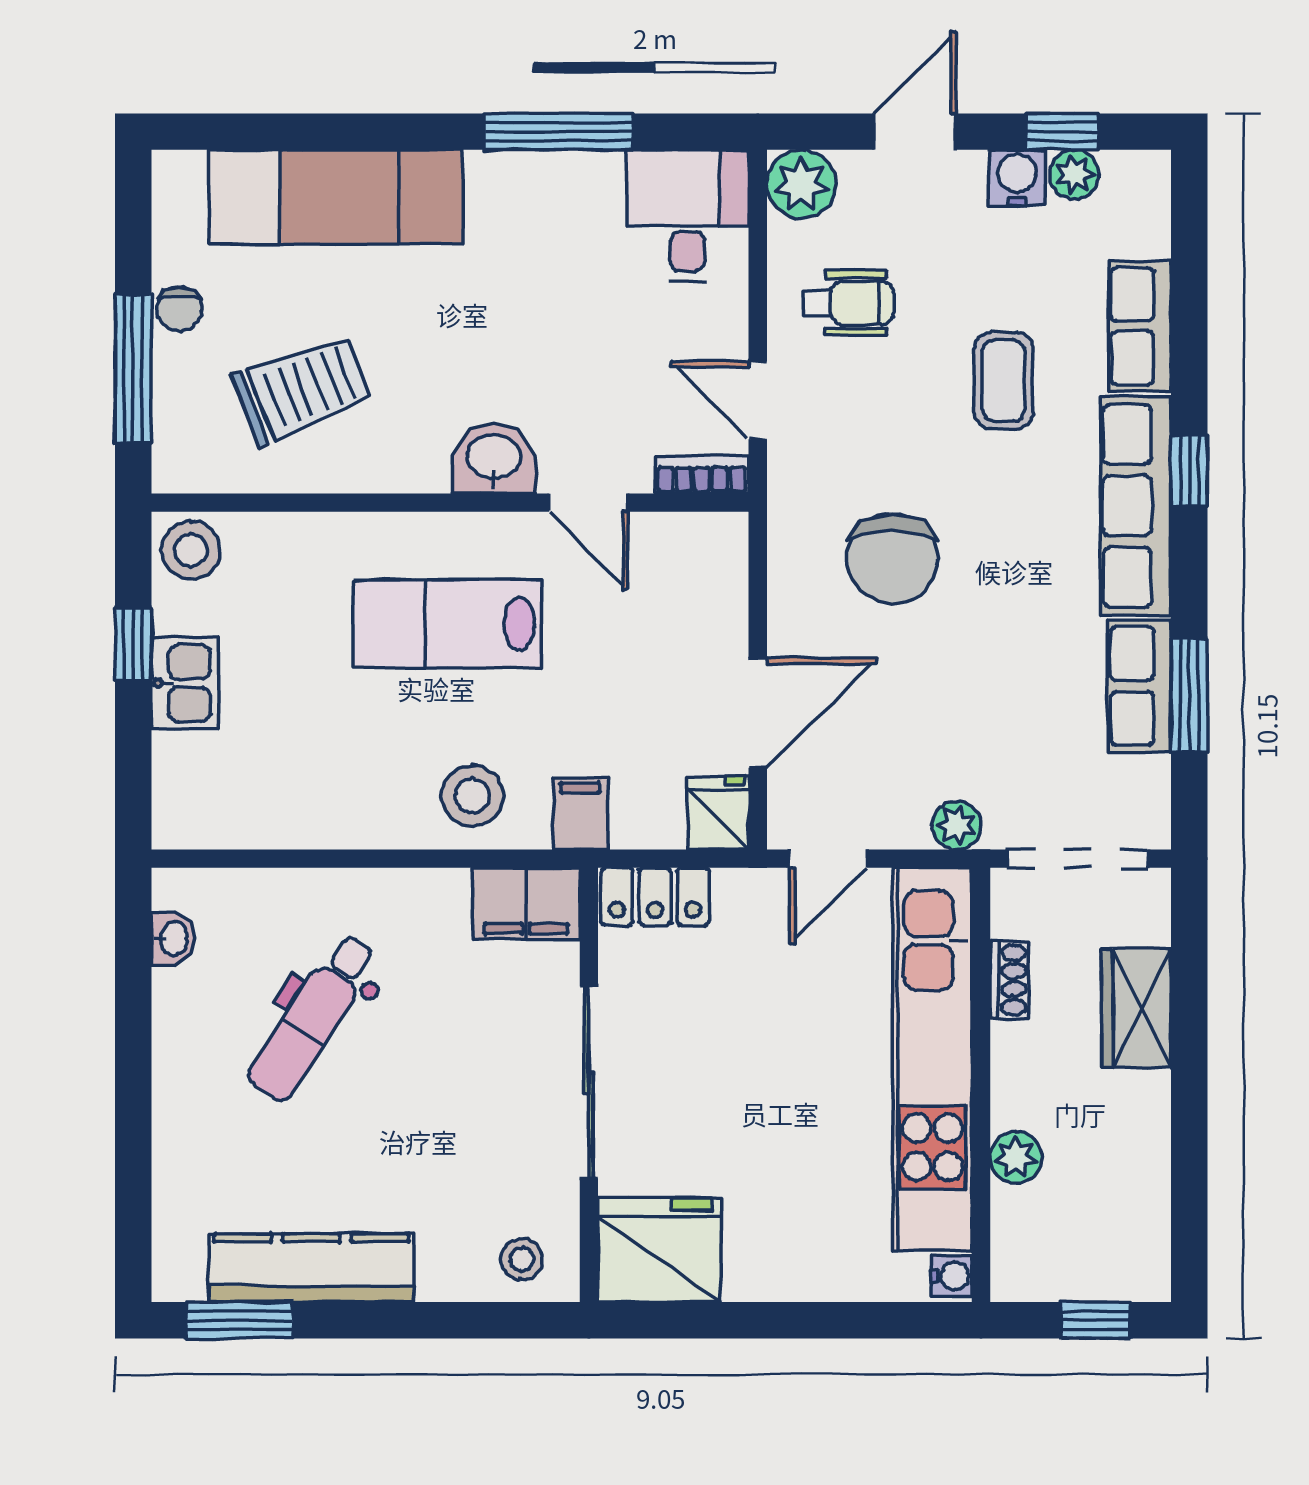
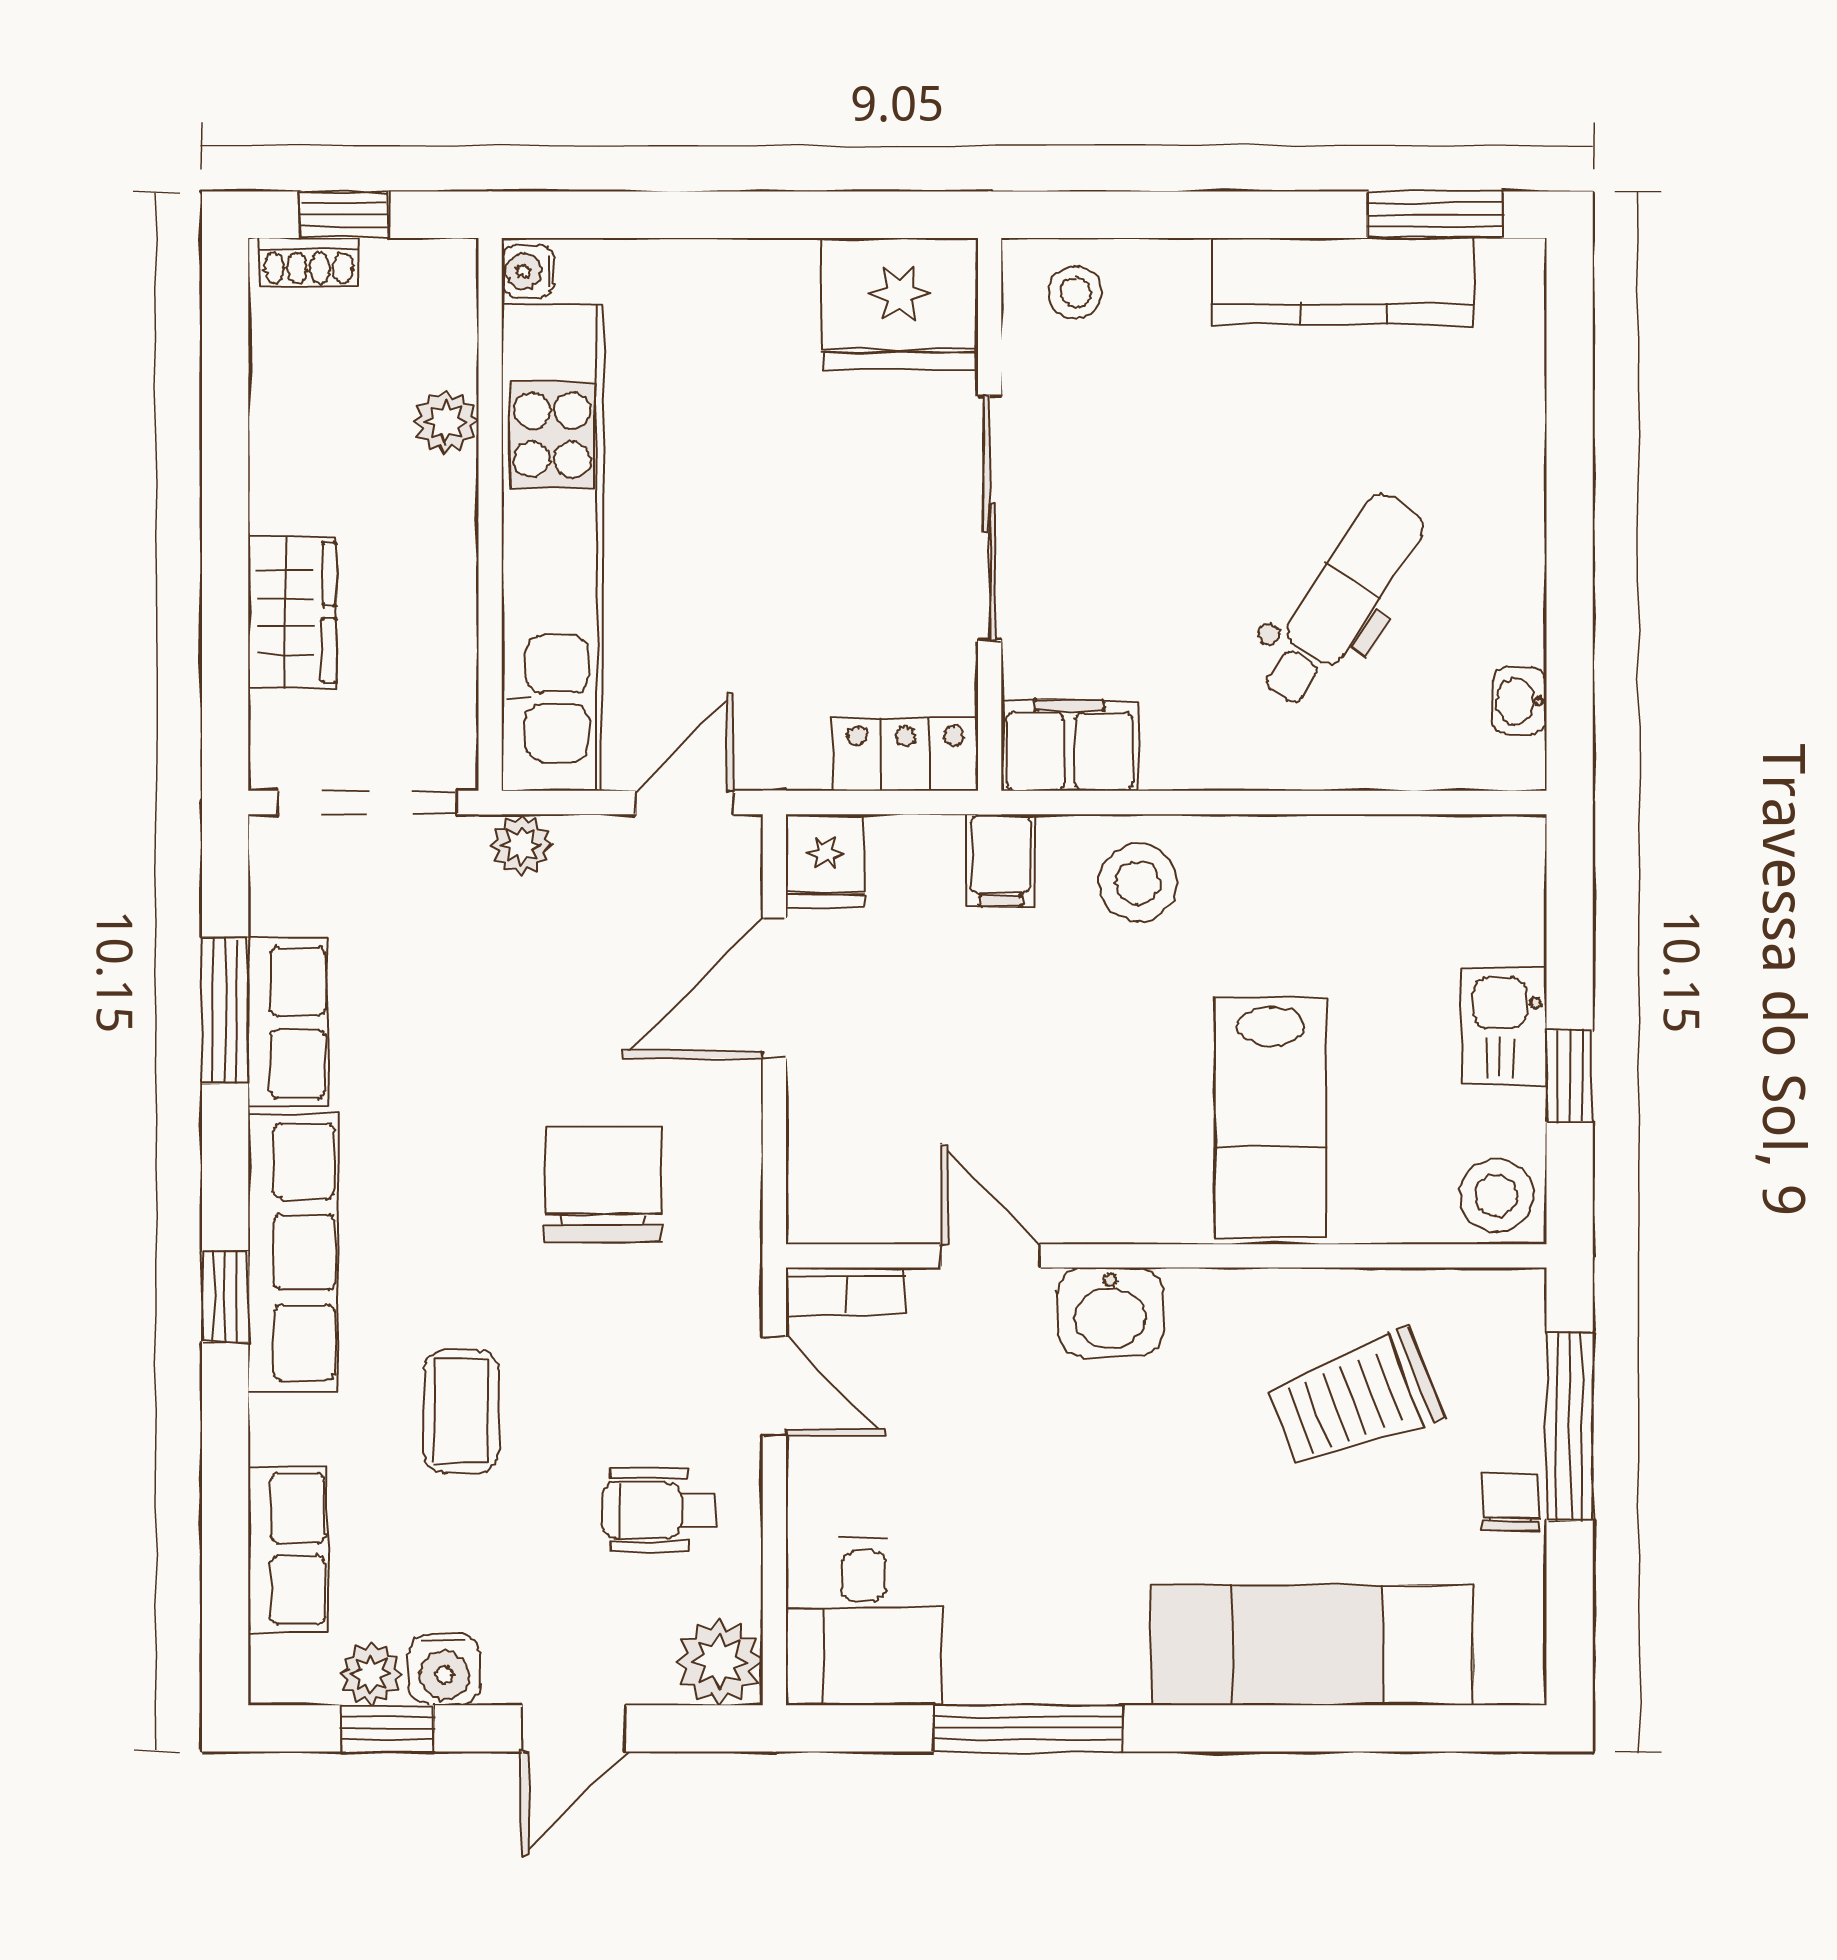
row of seats: (1140, 326) -> (288, 1549), moved
lab bench: (448, 624) -> (1271, 1118), moved, turned 90
shoe rack: (1009, 980) -> (309, 262), moved, turned -90

